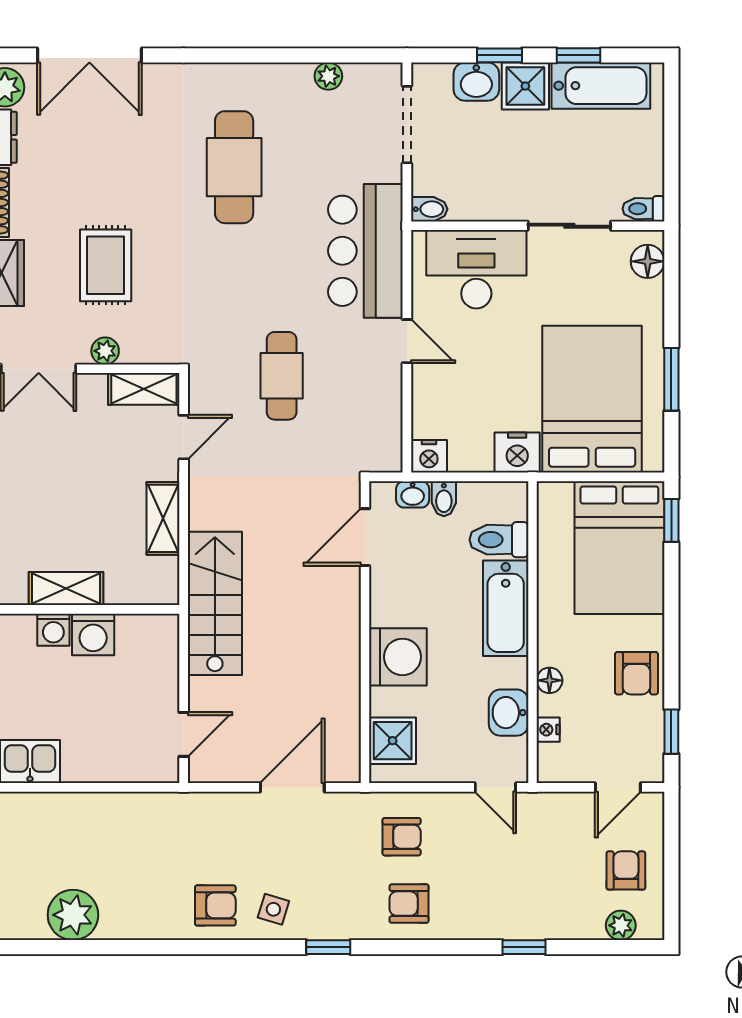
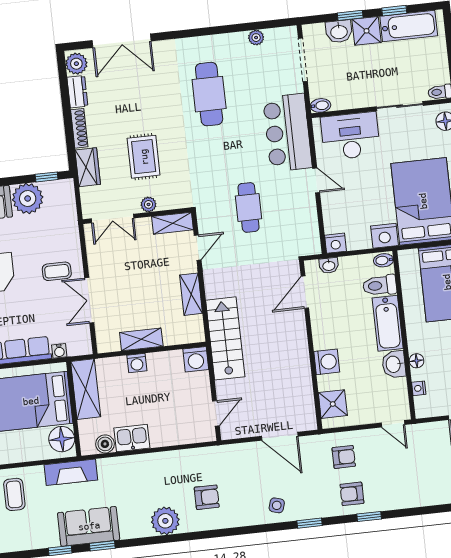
bidet: (444, 499) -> (383, 260), moved, turned 90
washing machine: (93, 635) -> (196, 359), moved
washing machine: (398, 657) -> (327, 362), width x0.73, depth x0.73
washbasin: (509, 713) -> (394, 364), moved
door: (292, 787) -> (280, 436), swing flipped
armchair: (215, 905) -> (207, 497), moved
window: (524, 947) -> (369, 516), moved

